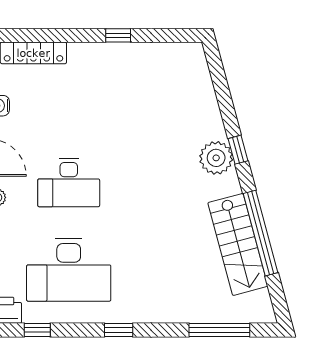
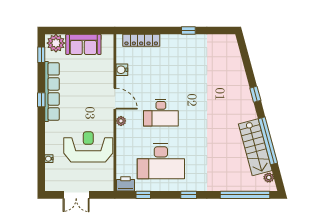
plant: (216, 158) -> (269, 178), moved, width x0.53, depth x0.53
window: (219, 330) -> (245, 195), width x1.46

